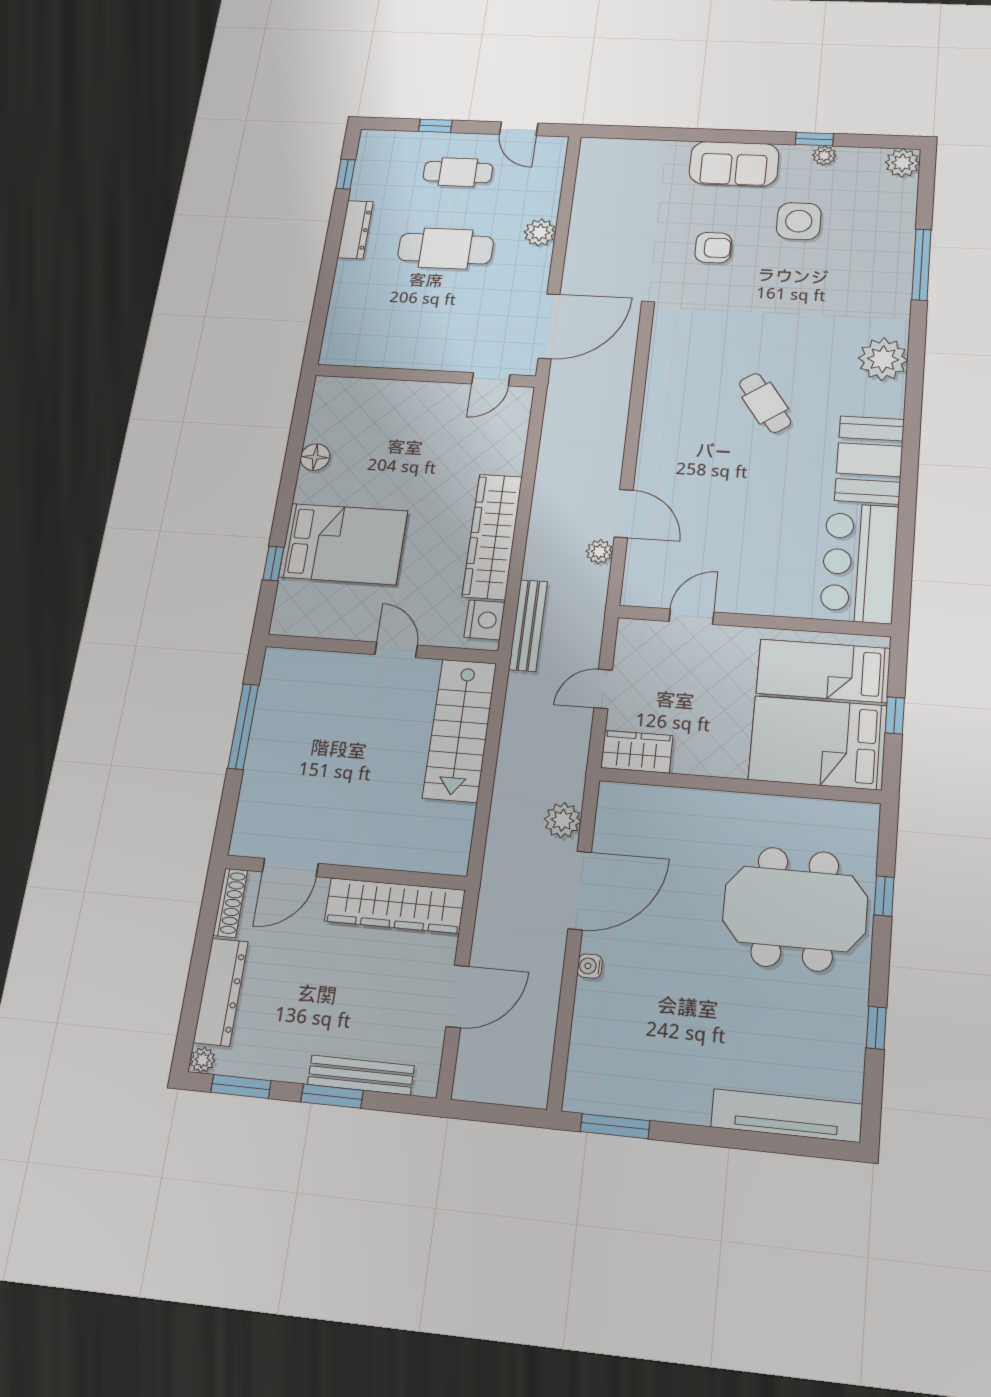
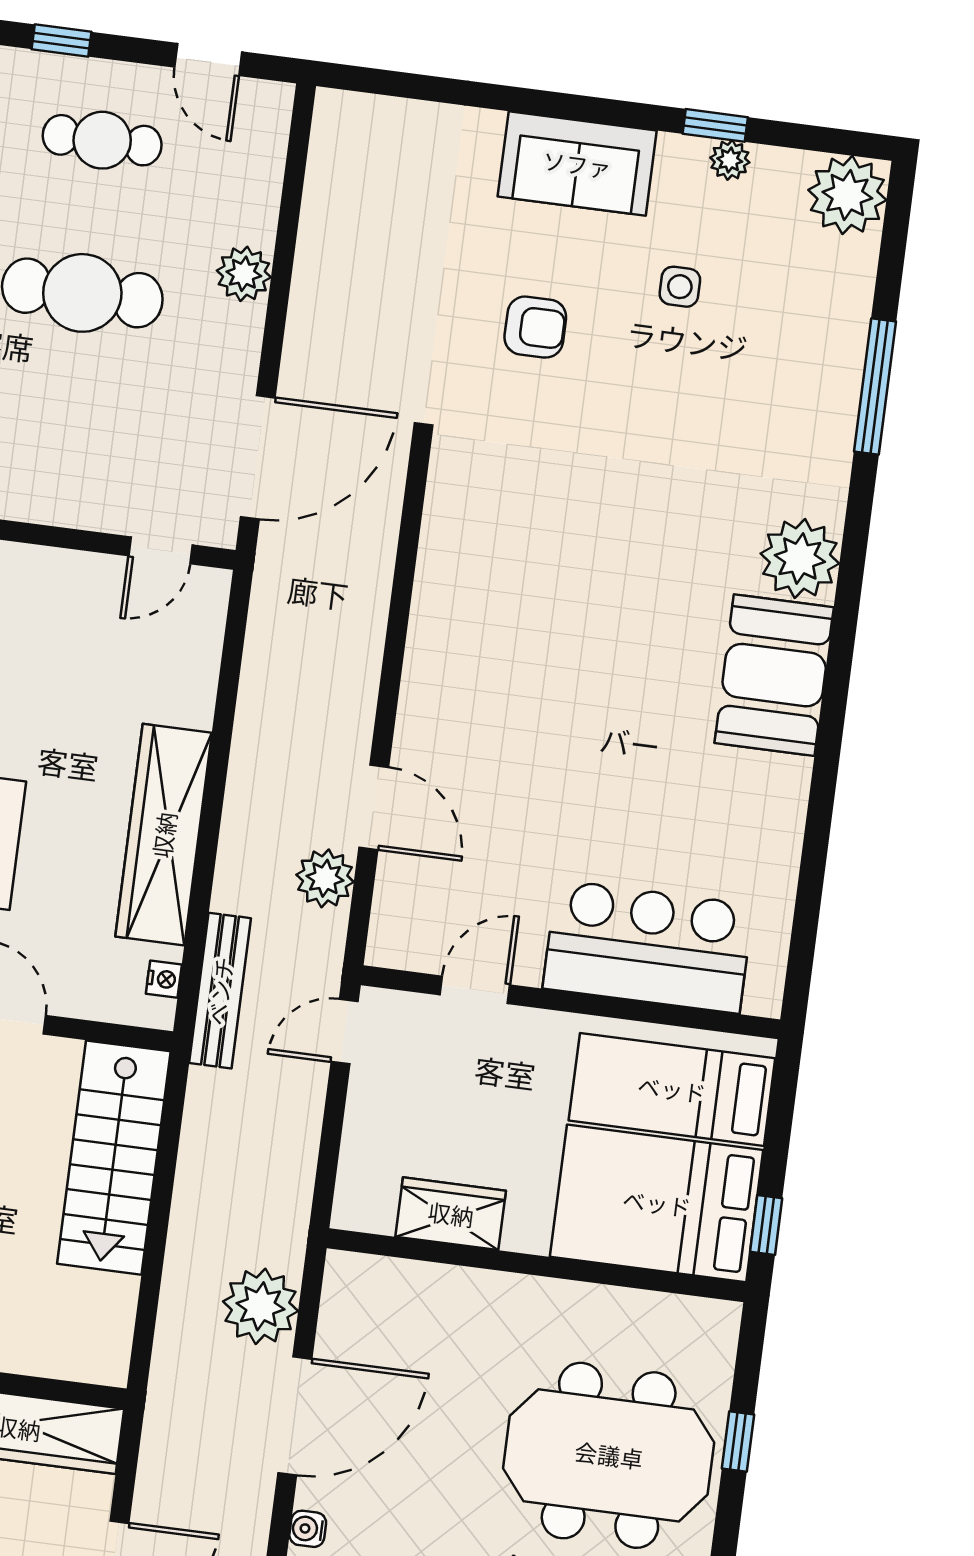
plant: (902, 163) -> (847, 195), width x1.36, depth x1.36
side table: (799, 221) -> (680, 287), width x0.54, depth x0.54
cafe table: (765, 403) -> (607, 625), removed
booth: (870, 460) -> (774, 675), moved
plant: (599, 552) -> (325, 878), width x1.38, depth x1.38
bar counter: (860, 563) -> (648, 947), moved, turned 90
nightstand: (484, 620) -> (164, 979), width x0.53, depth x0.56
door: (603, 689) -> (345, 1032), moved
window: (895, 715) -> (766, 1225), moved
wardrobe: (637, 752) -> (451, 1214), moved
plant: (563, 820) -> (261, 1306), width x1.36, depth x1.36

